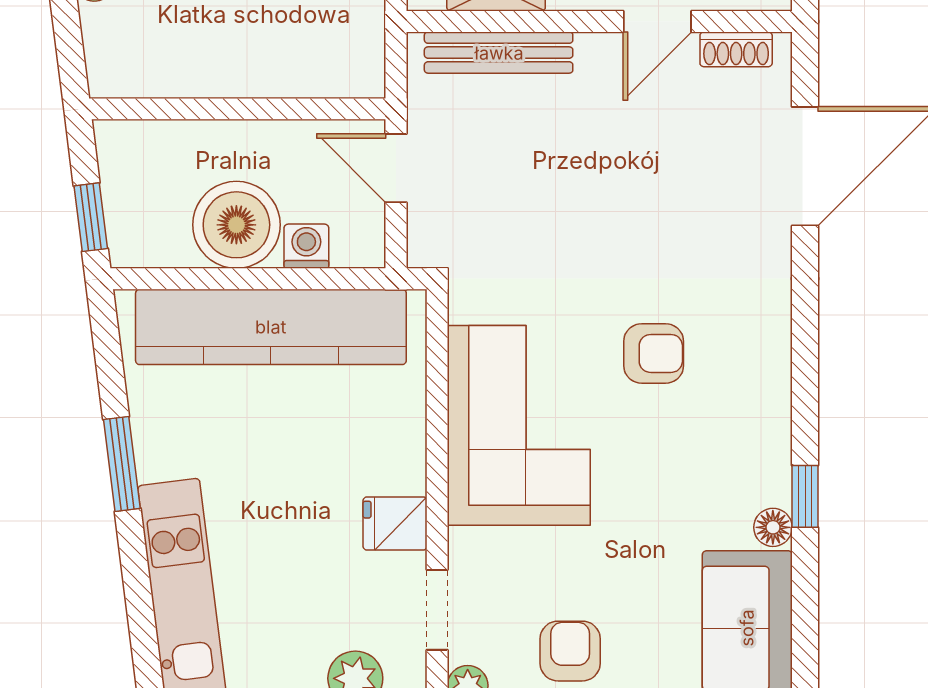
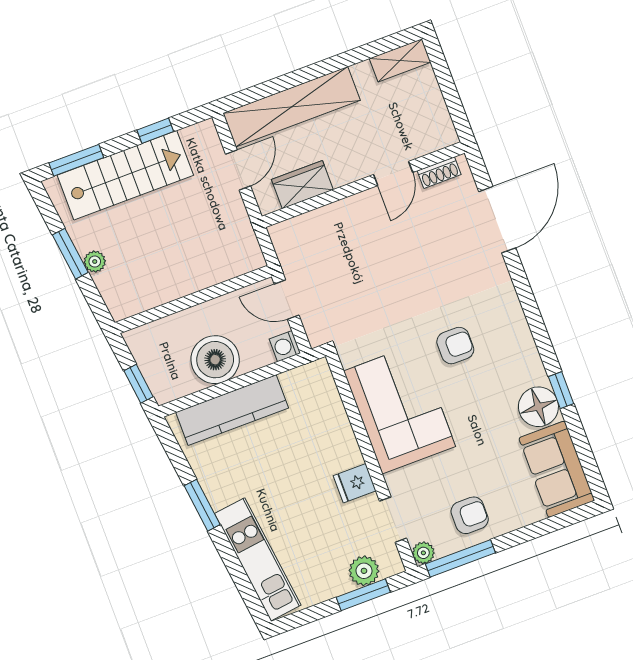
bench: (499, 53) -> (317, 220), removed
washing machine: (306, 246) -> (285, 346), moved, turned -90
kitchen counter: (271, 327) -> (232, 410), width x0.72, depth x0.86
floor lamp: (773, 527) -> (538, 407), width x1.89, depth x1.89
armchair: (570, 651) -> (470, 515), turned 90

